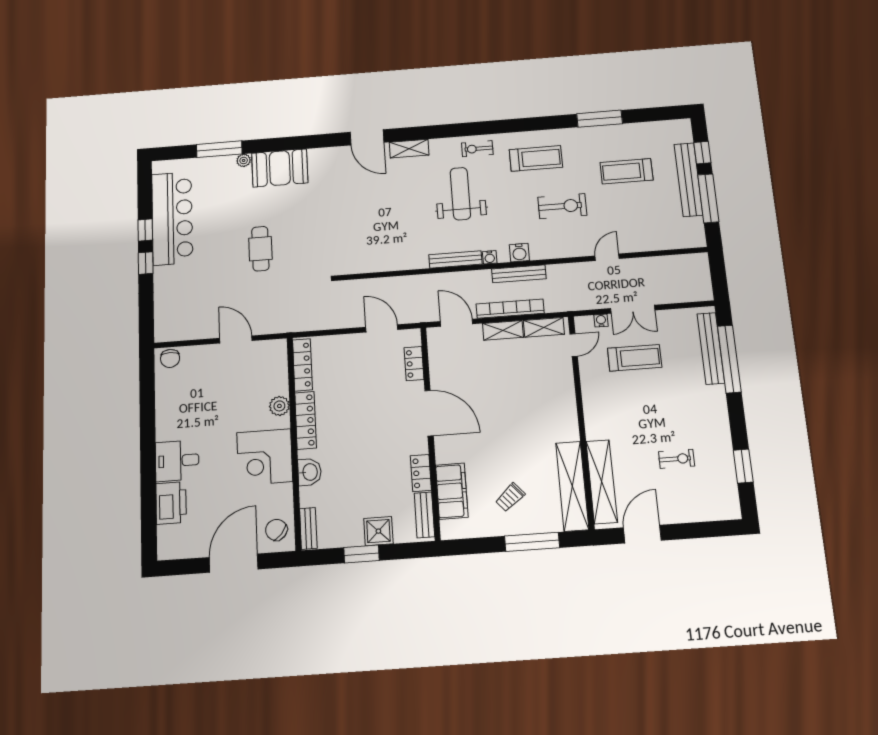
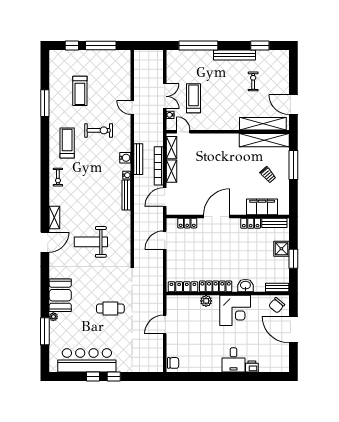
bench: (688, 180) -> (88, 56), removed
weight bench: (460, 194) -> (91, 242), moved
exercise bike: (562, 206) -> (99, 130), turned 90
bench: (711, 348) -> (234, 55), moved
printer: (171, 503) -> (252, 366), width x0.53, depth x0.68

